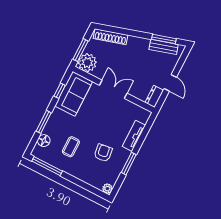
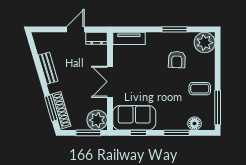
window: (164, 39) -> (51, 108), moved
bench: (164, 47) -> (48, 68), moved
tv unit: (134, 136) -> (129, 38), moved
coffee table: (71, 147) -> (200, 89), moved
armchair: (103, 153) -> (177, 60), turned -80
plant: (107, 189) -> (205, 43), width x1.87, depth x1.87

